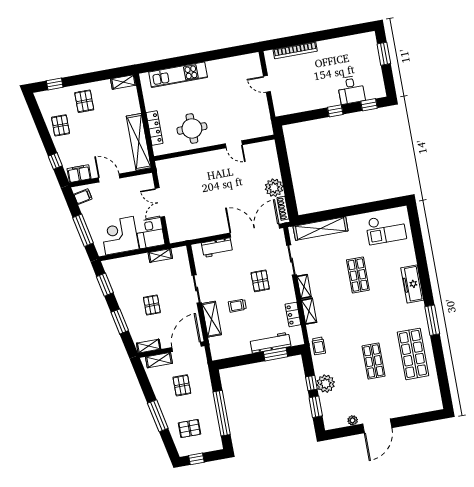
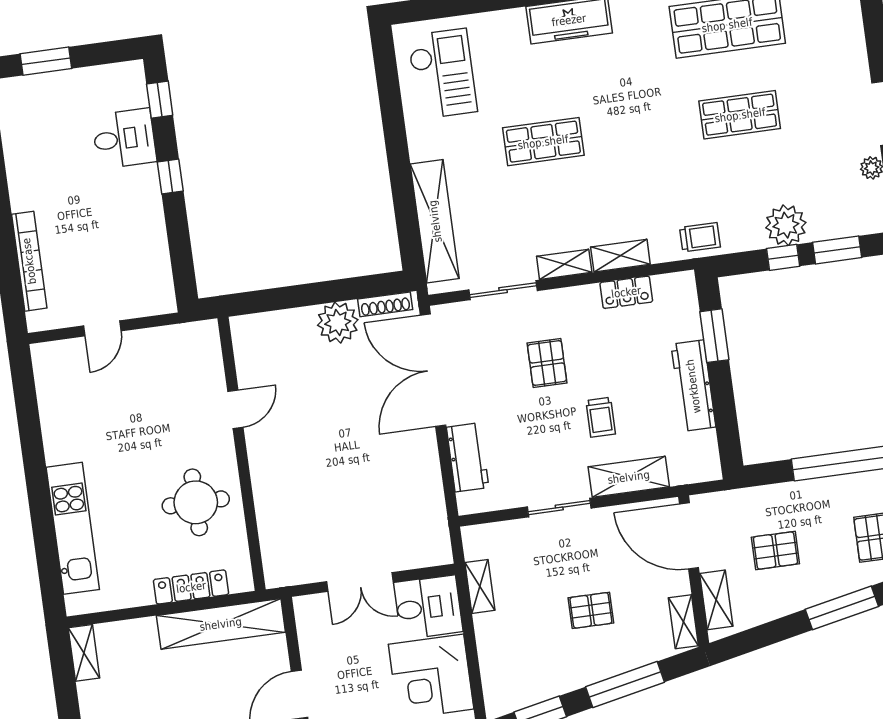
pallet: (260, 281) -> (547, 363), turned 90
window: (120, 321) -> (625, 684), width x1.44
workbench: (270, 343) -> (693, 386), moved

